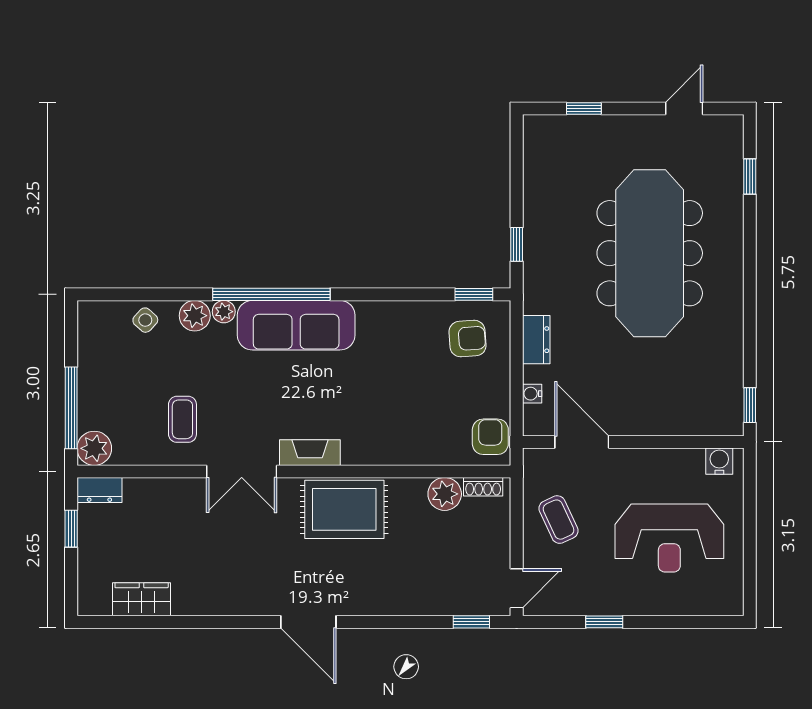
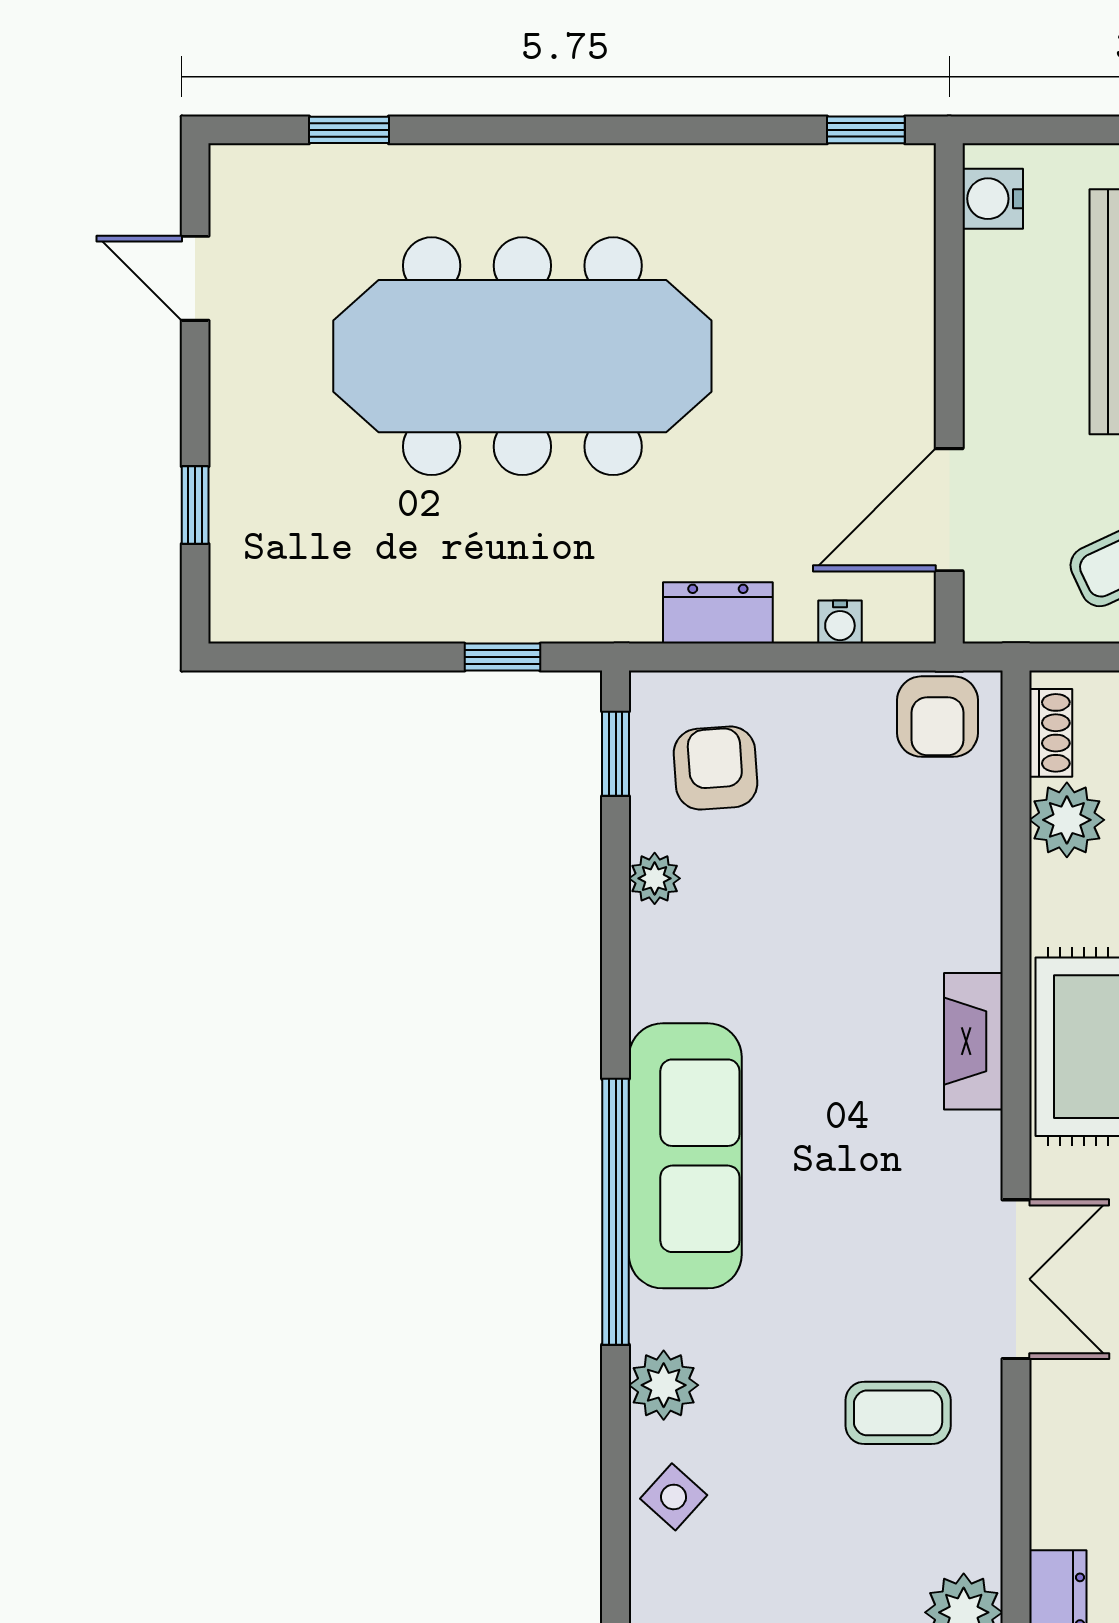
plant: (224, 312) -> (655, 878), moved
armchair: (490, 437) -> (938, 717), turned -90
fireplace: (310, 453) -> (973, 1041), moved

